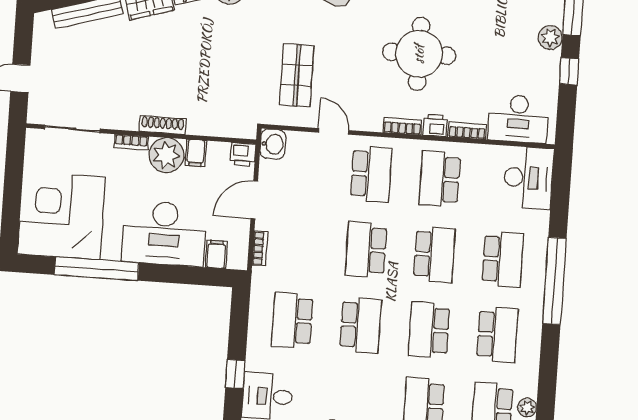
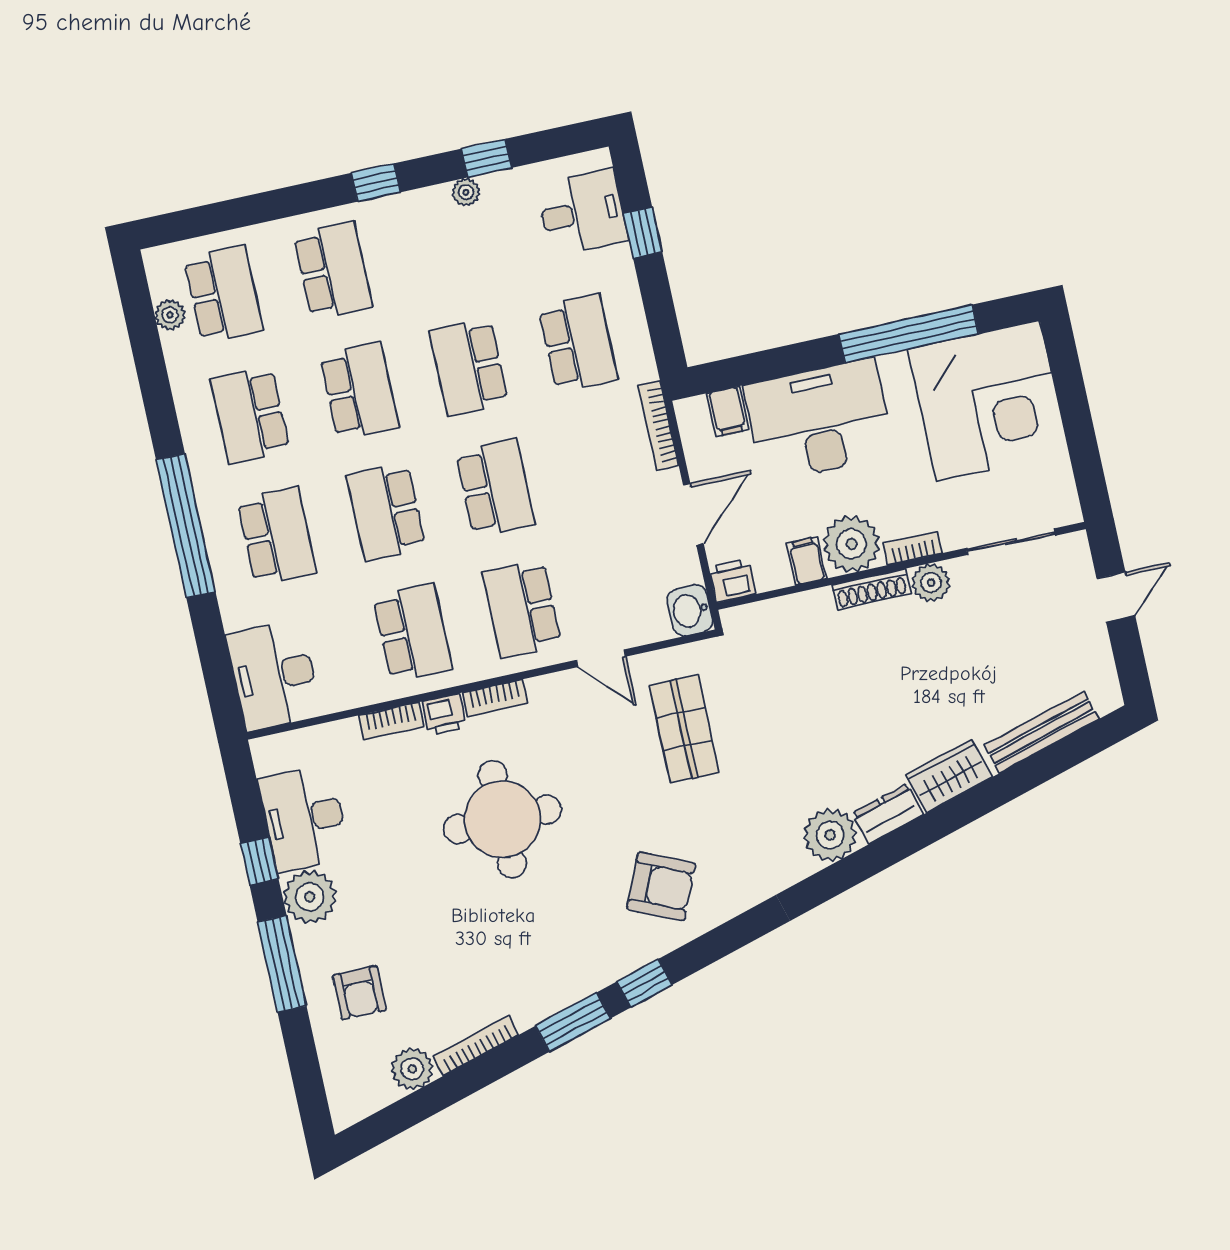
plant: (550, 37) -> (310, 897), width x1.36, depth x1.36
plant: (126, 119) -> (931, 583), added
desk: (518, 119) -> (304, 818), moved, turned -90
bookcase: (260, 249) -> (658, 425), width x1.56
school desk: (503, 259) -> (277, 536), turned 180

